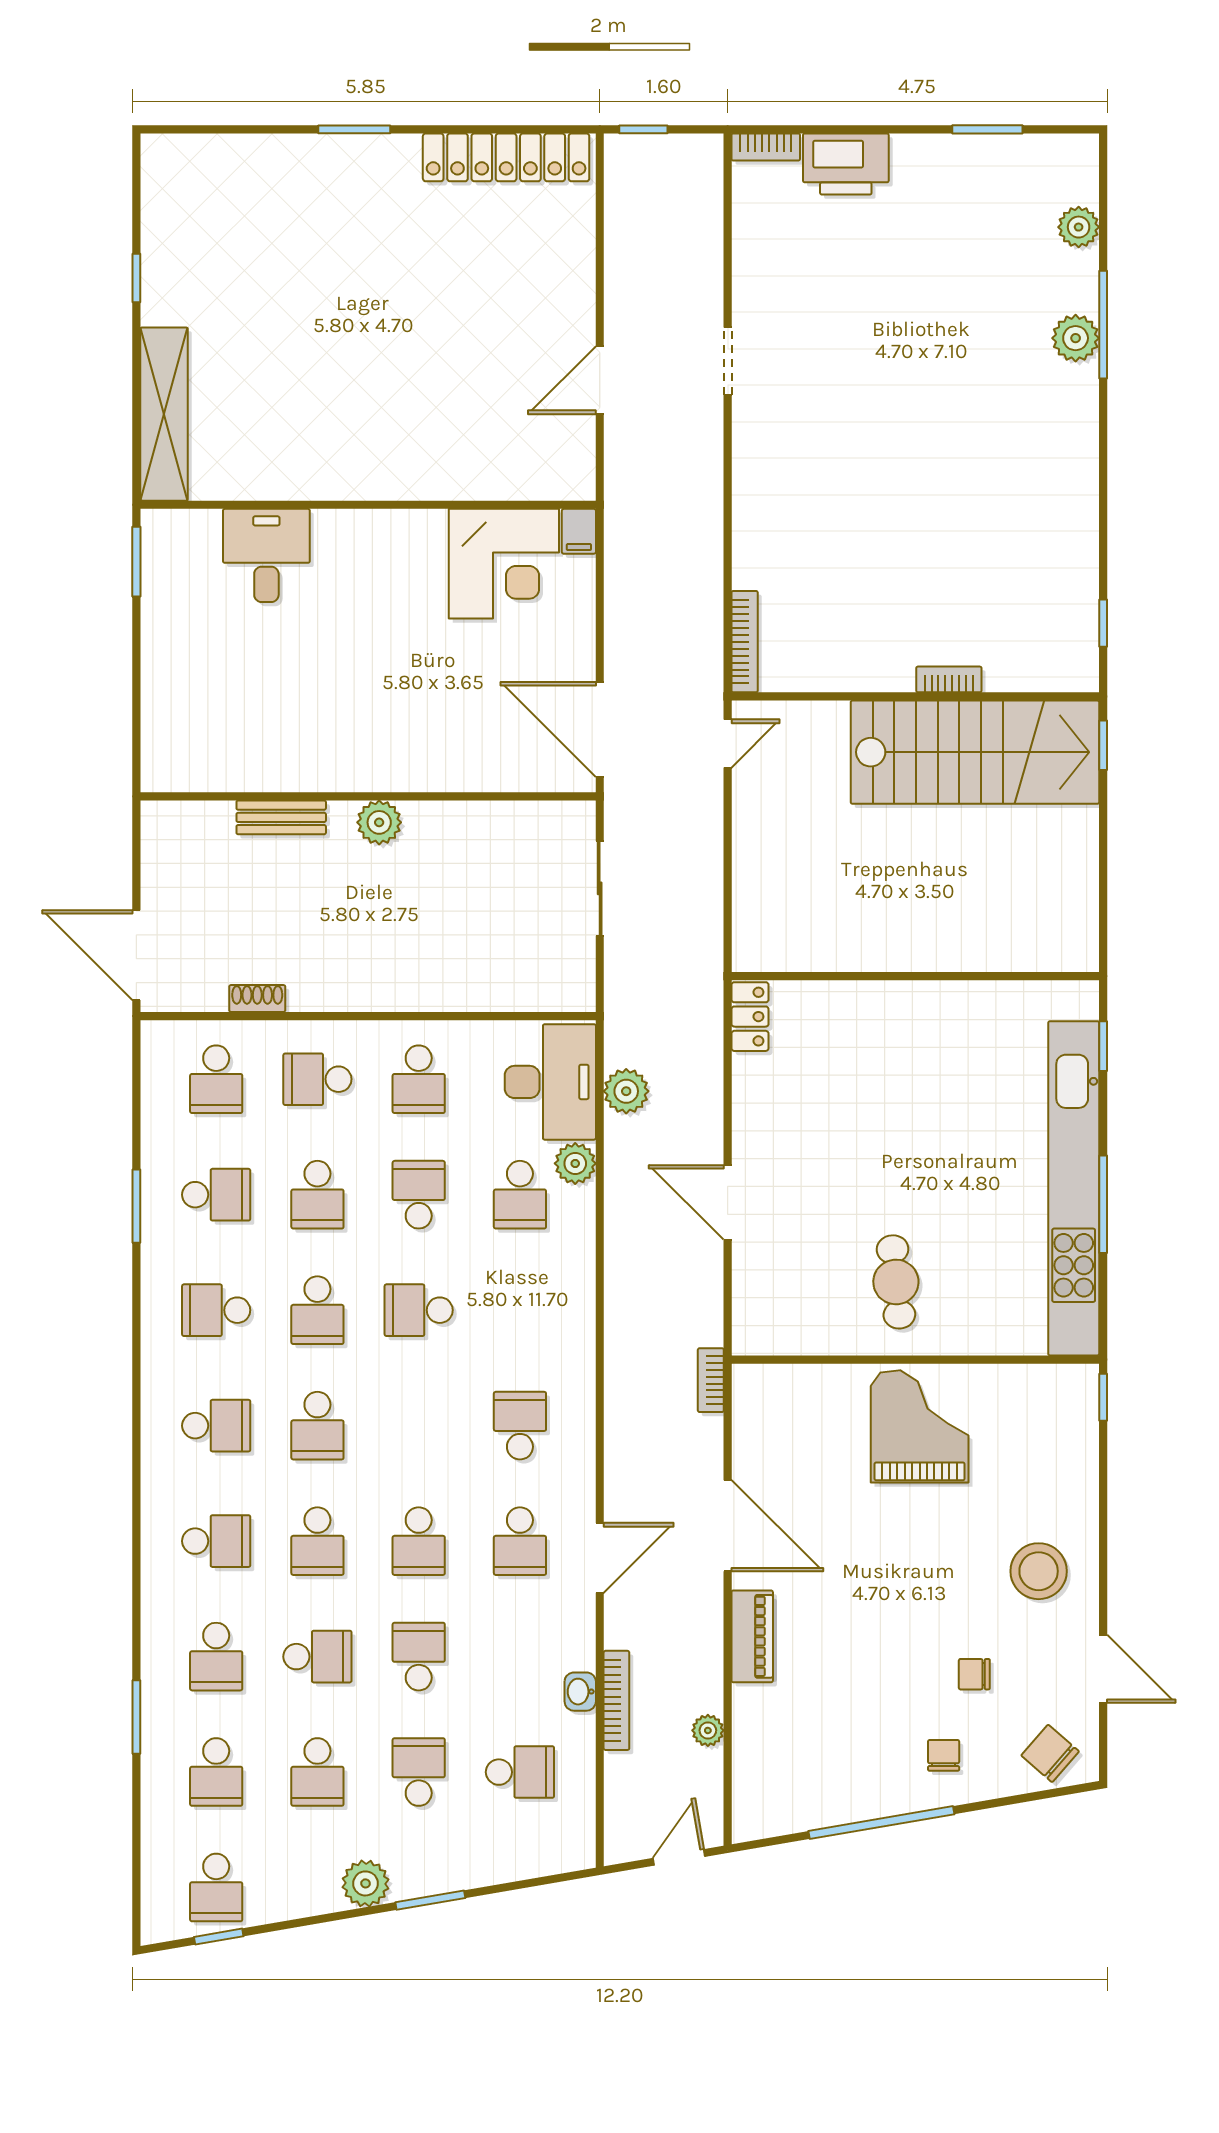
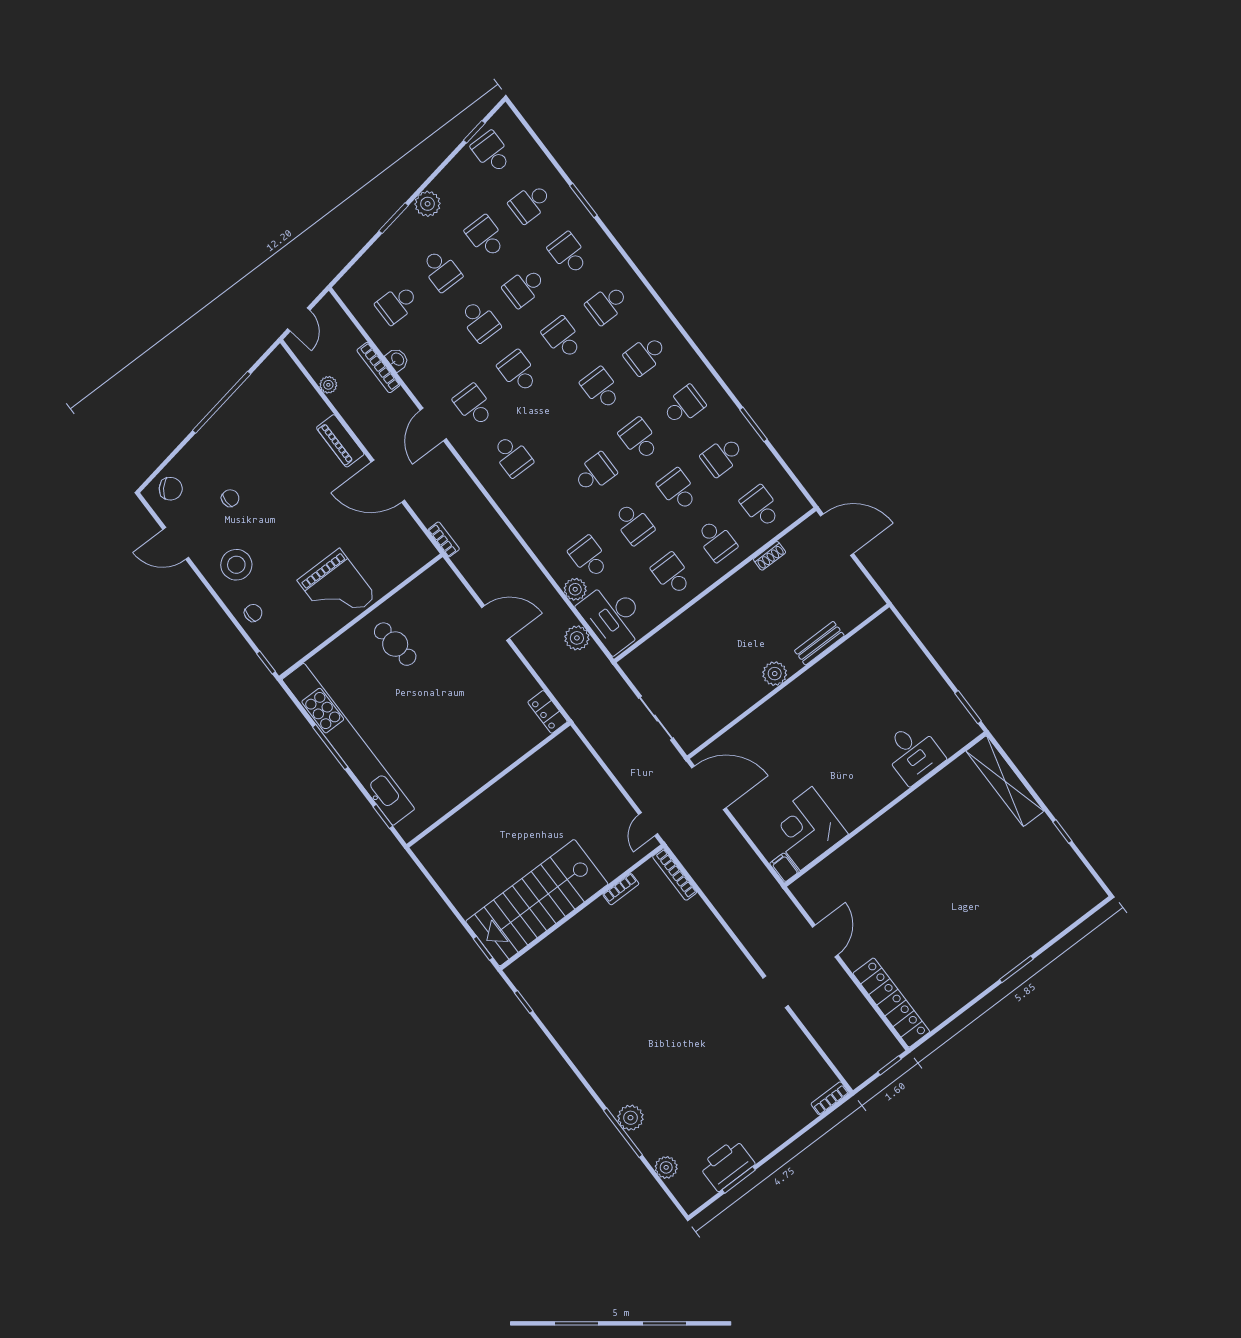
locker: (506, 157) -> (891, 1003), moved, turned 90
printer: (846, 164) -> (727, 1165), moved
bookcase: (949, 679) -> (621, 889), moved
school desk: (317, 1079) -> (716, 540), turned 90
chair: (944, 1755) -> (253, 613), moved, turned -92
school desk: (216, 1772) -> (530, 203), turned -90

